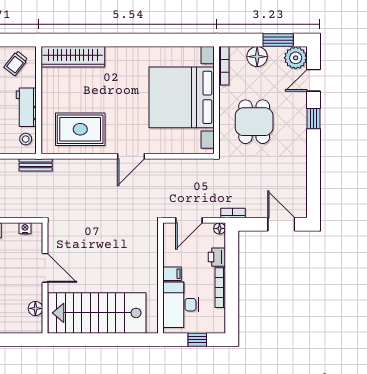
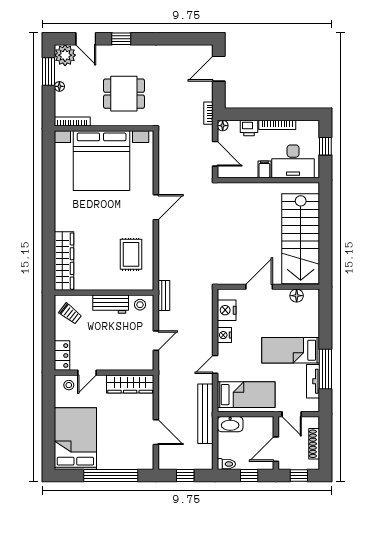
floor lamp: (257, 57) -> (59, 86), width x0.53, depth x0.53
rug: (80, 129) -> (131, 254), width x0.73, depth x0.70
door: (131, 156) -> (156, 207), hinge flipped
nightstand: (25, 228) -> (227, 310), width x1.89, depth x1.79

